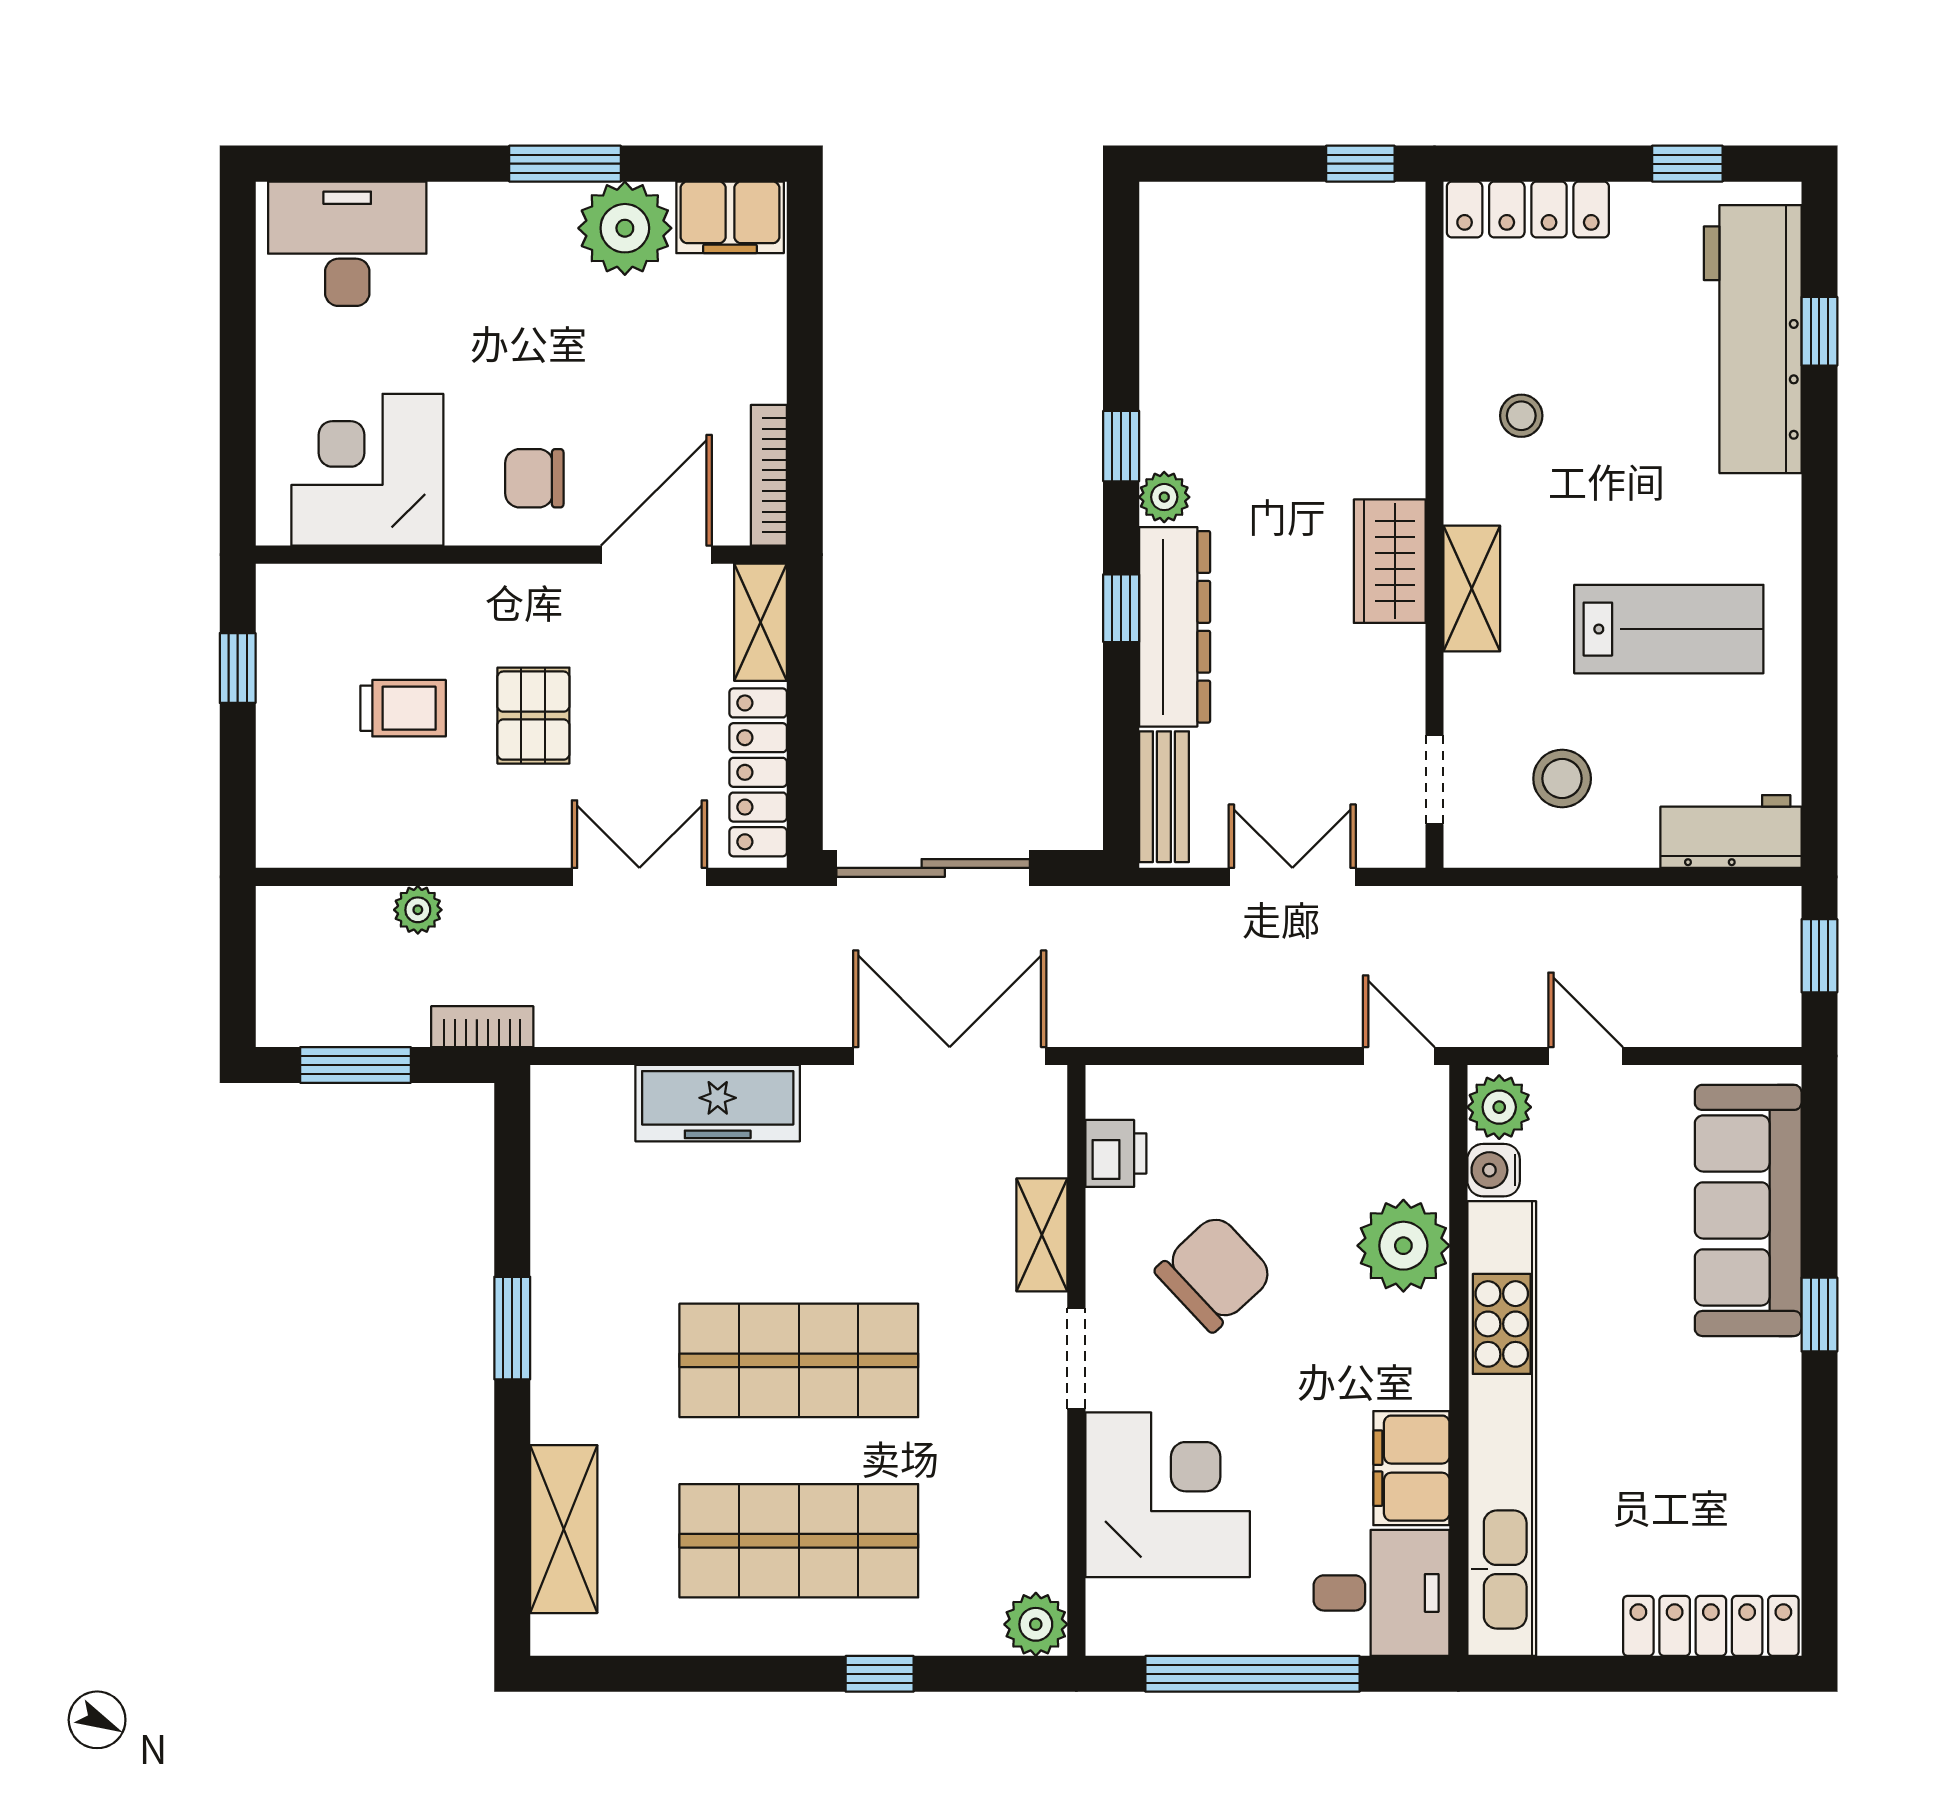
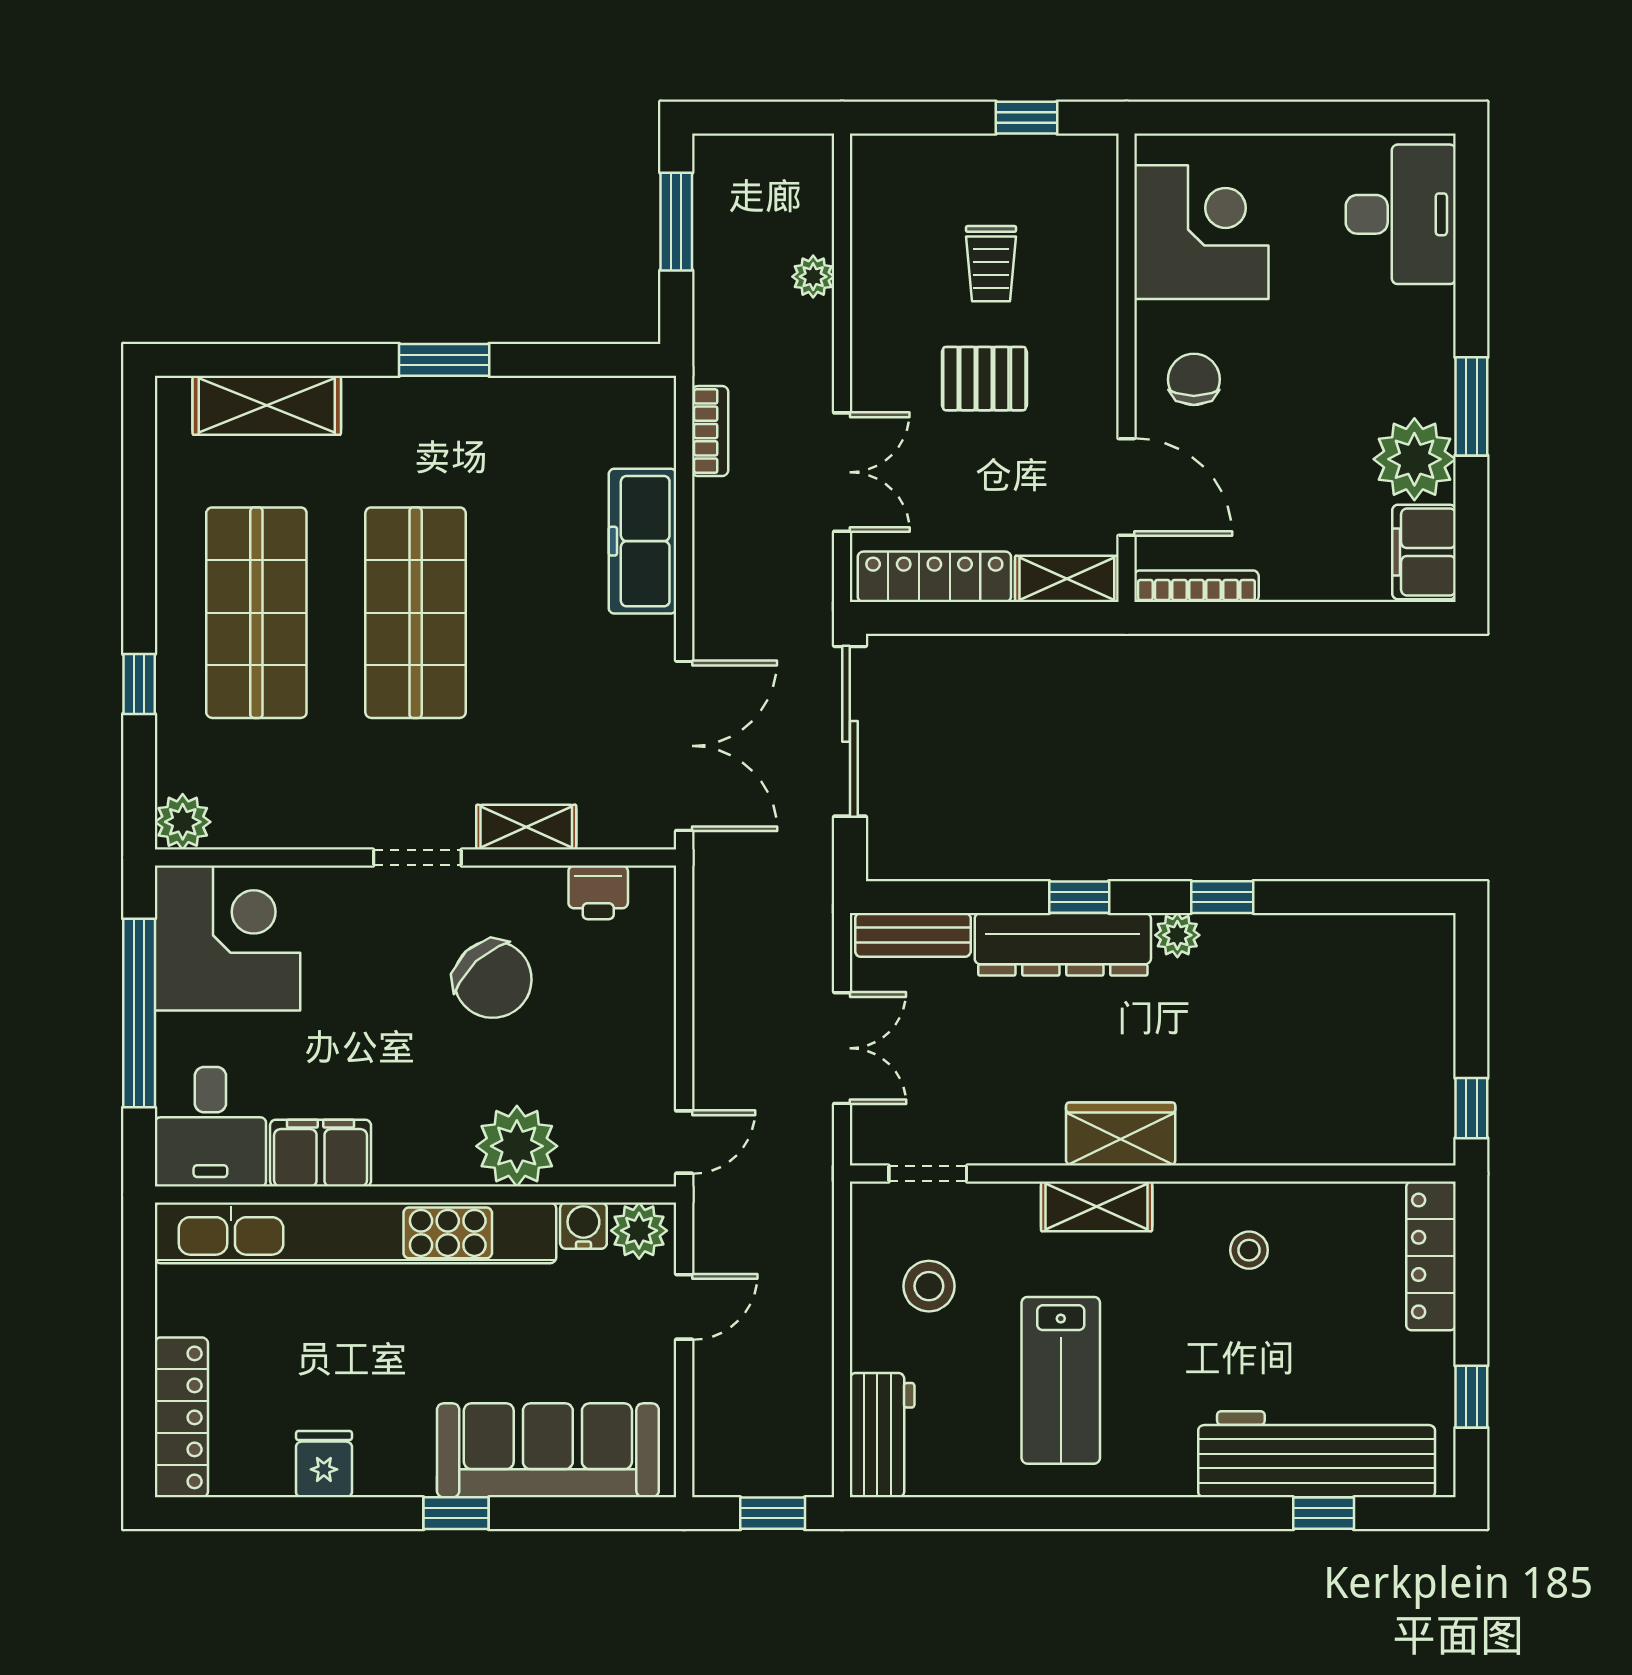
bookcase: (482, 1027) -> (710, 431), moved
fridge: (1764, 1464) -> (324, 1464), added
corner desk: (1168, 1495) -> (227, 938), moved, turned -90

